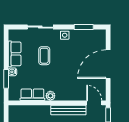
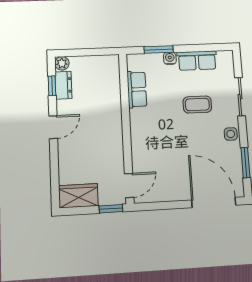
door: (108, 64) -> (214, 203), moved
plant: (50, 96) -> (137, 117), removed
bench: (68, 110) -> (116, 146), removed

